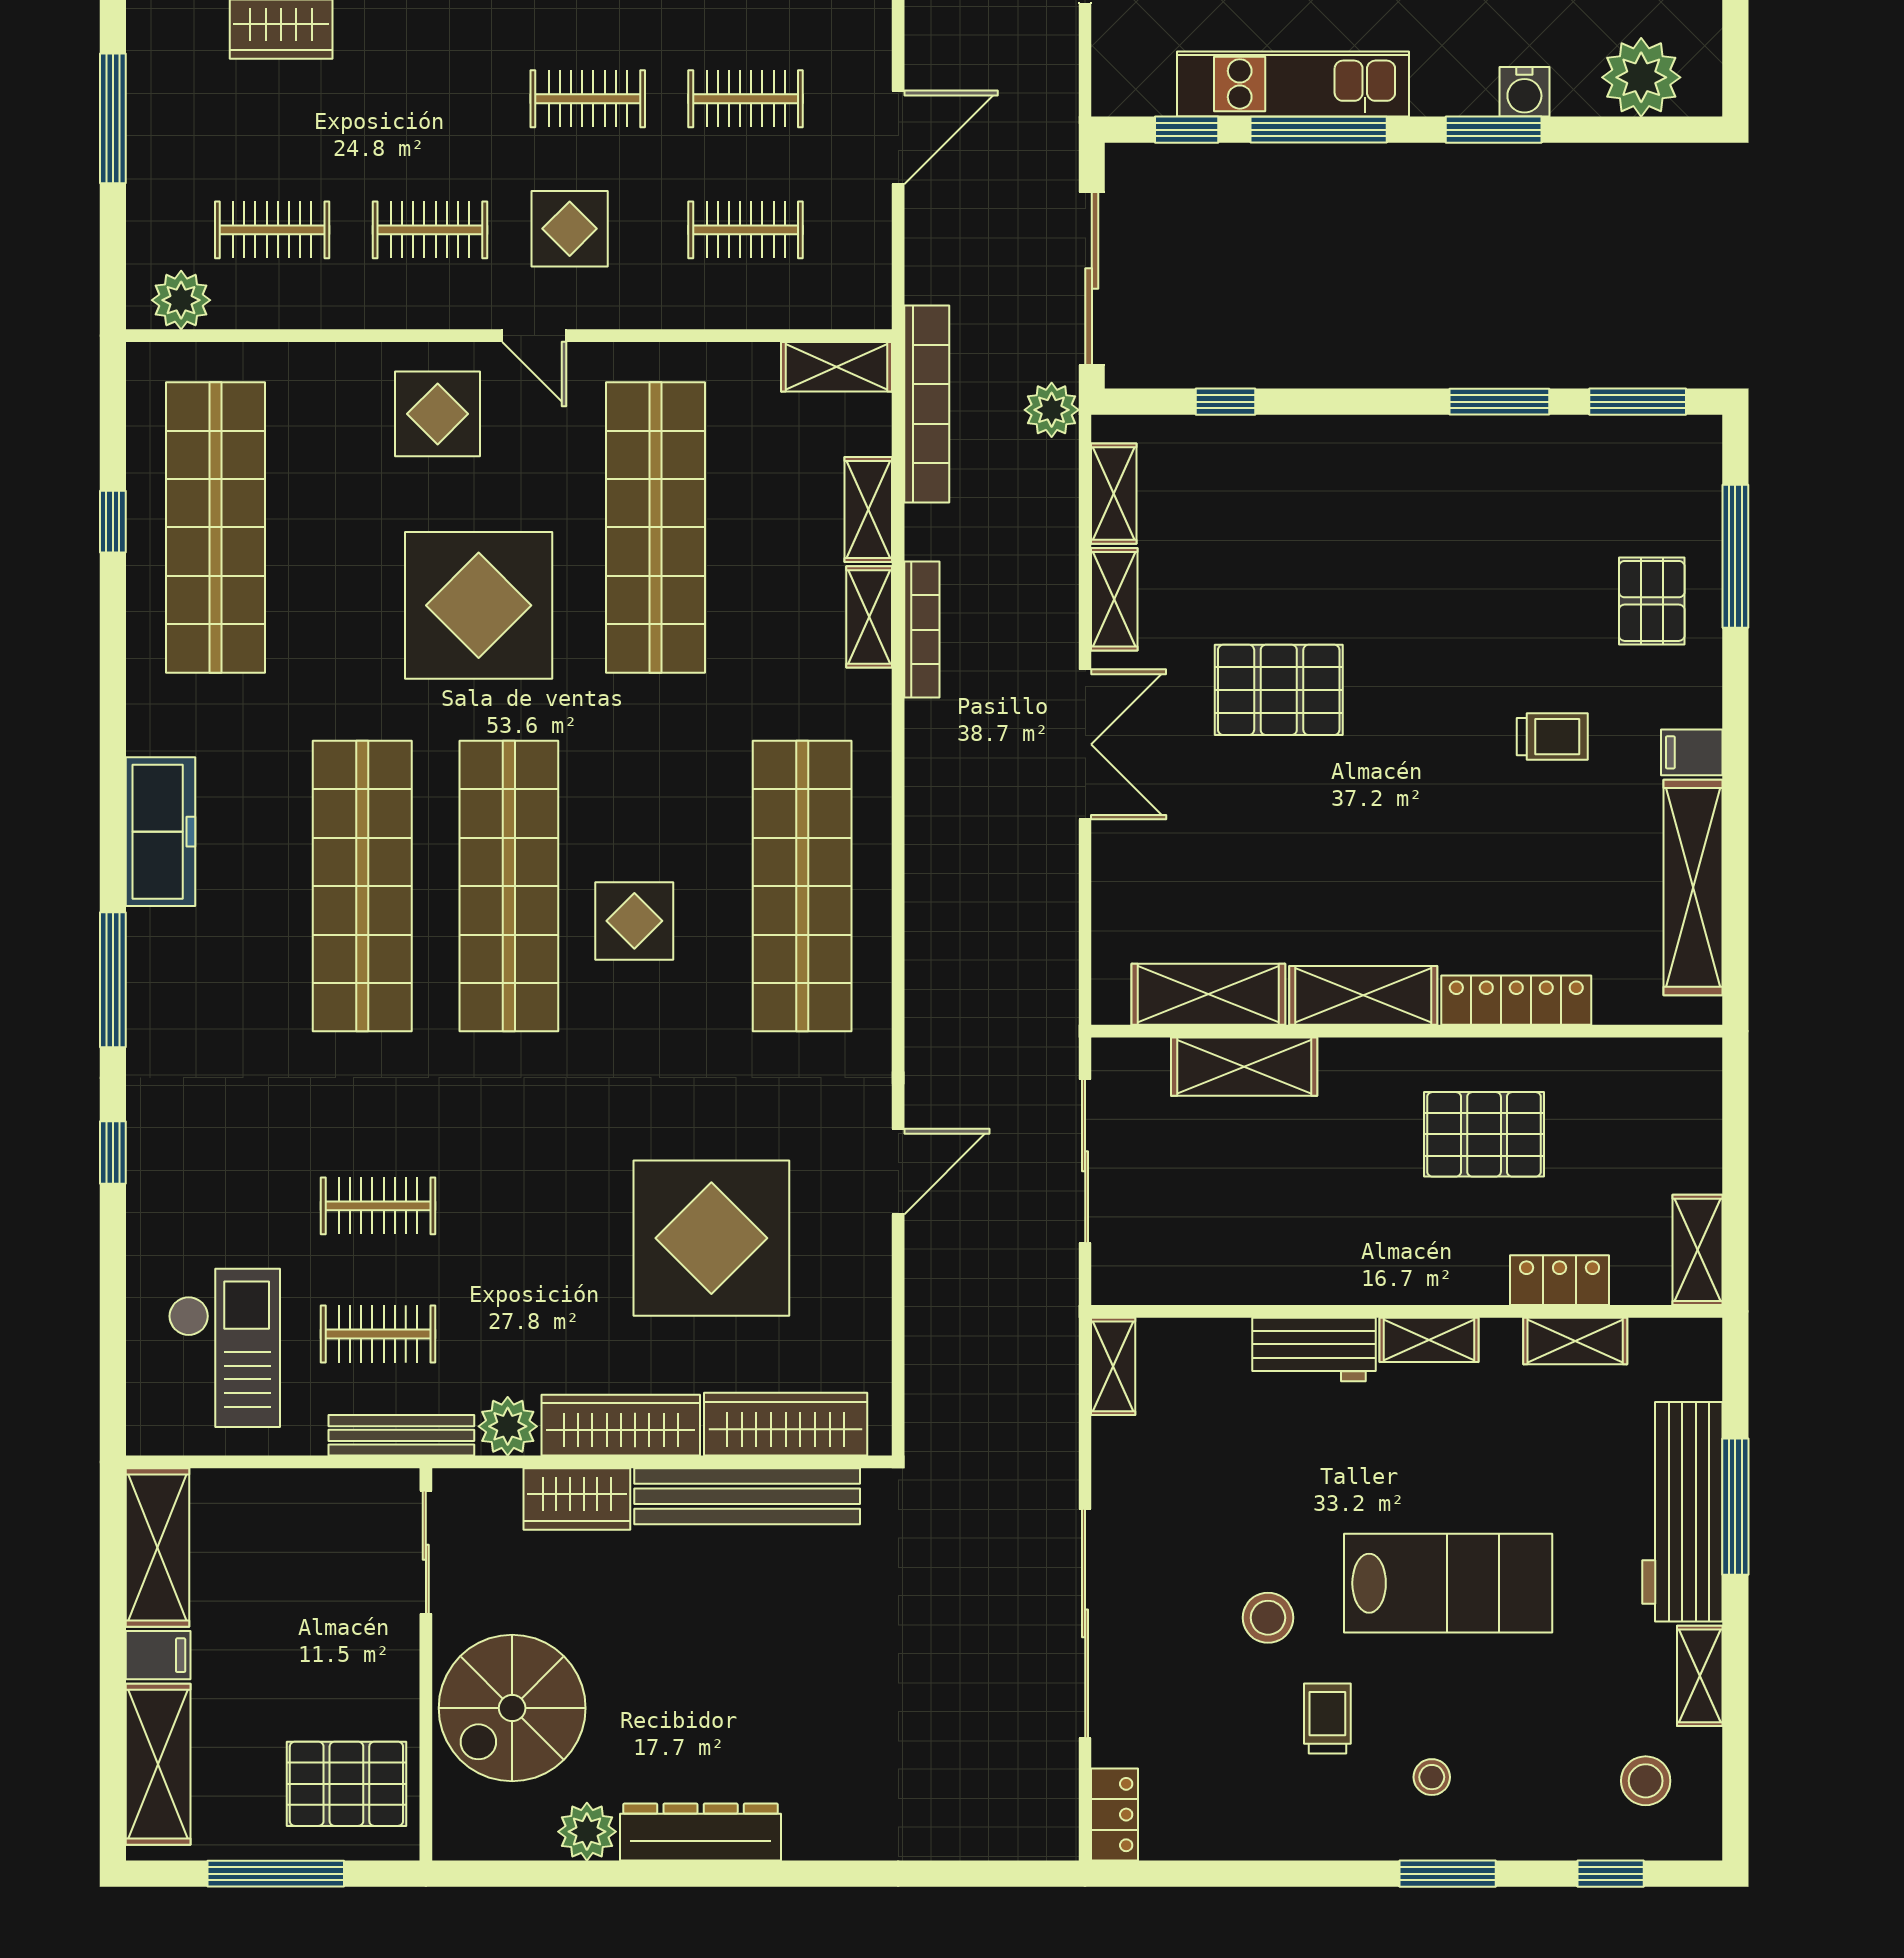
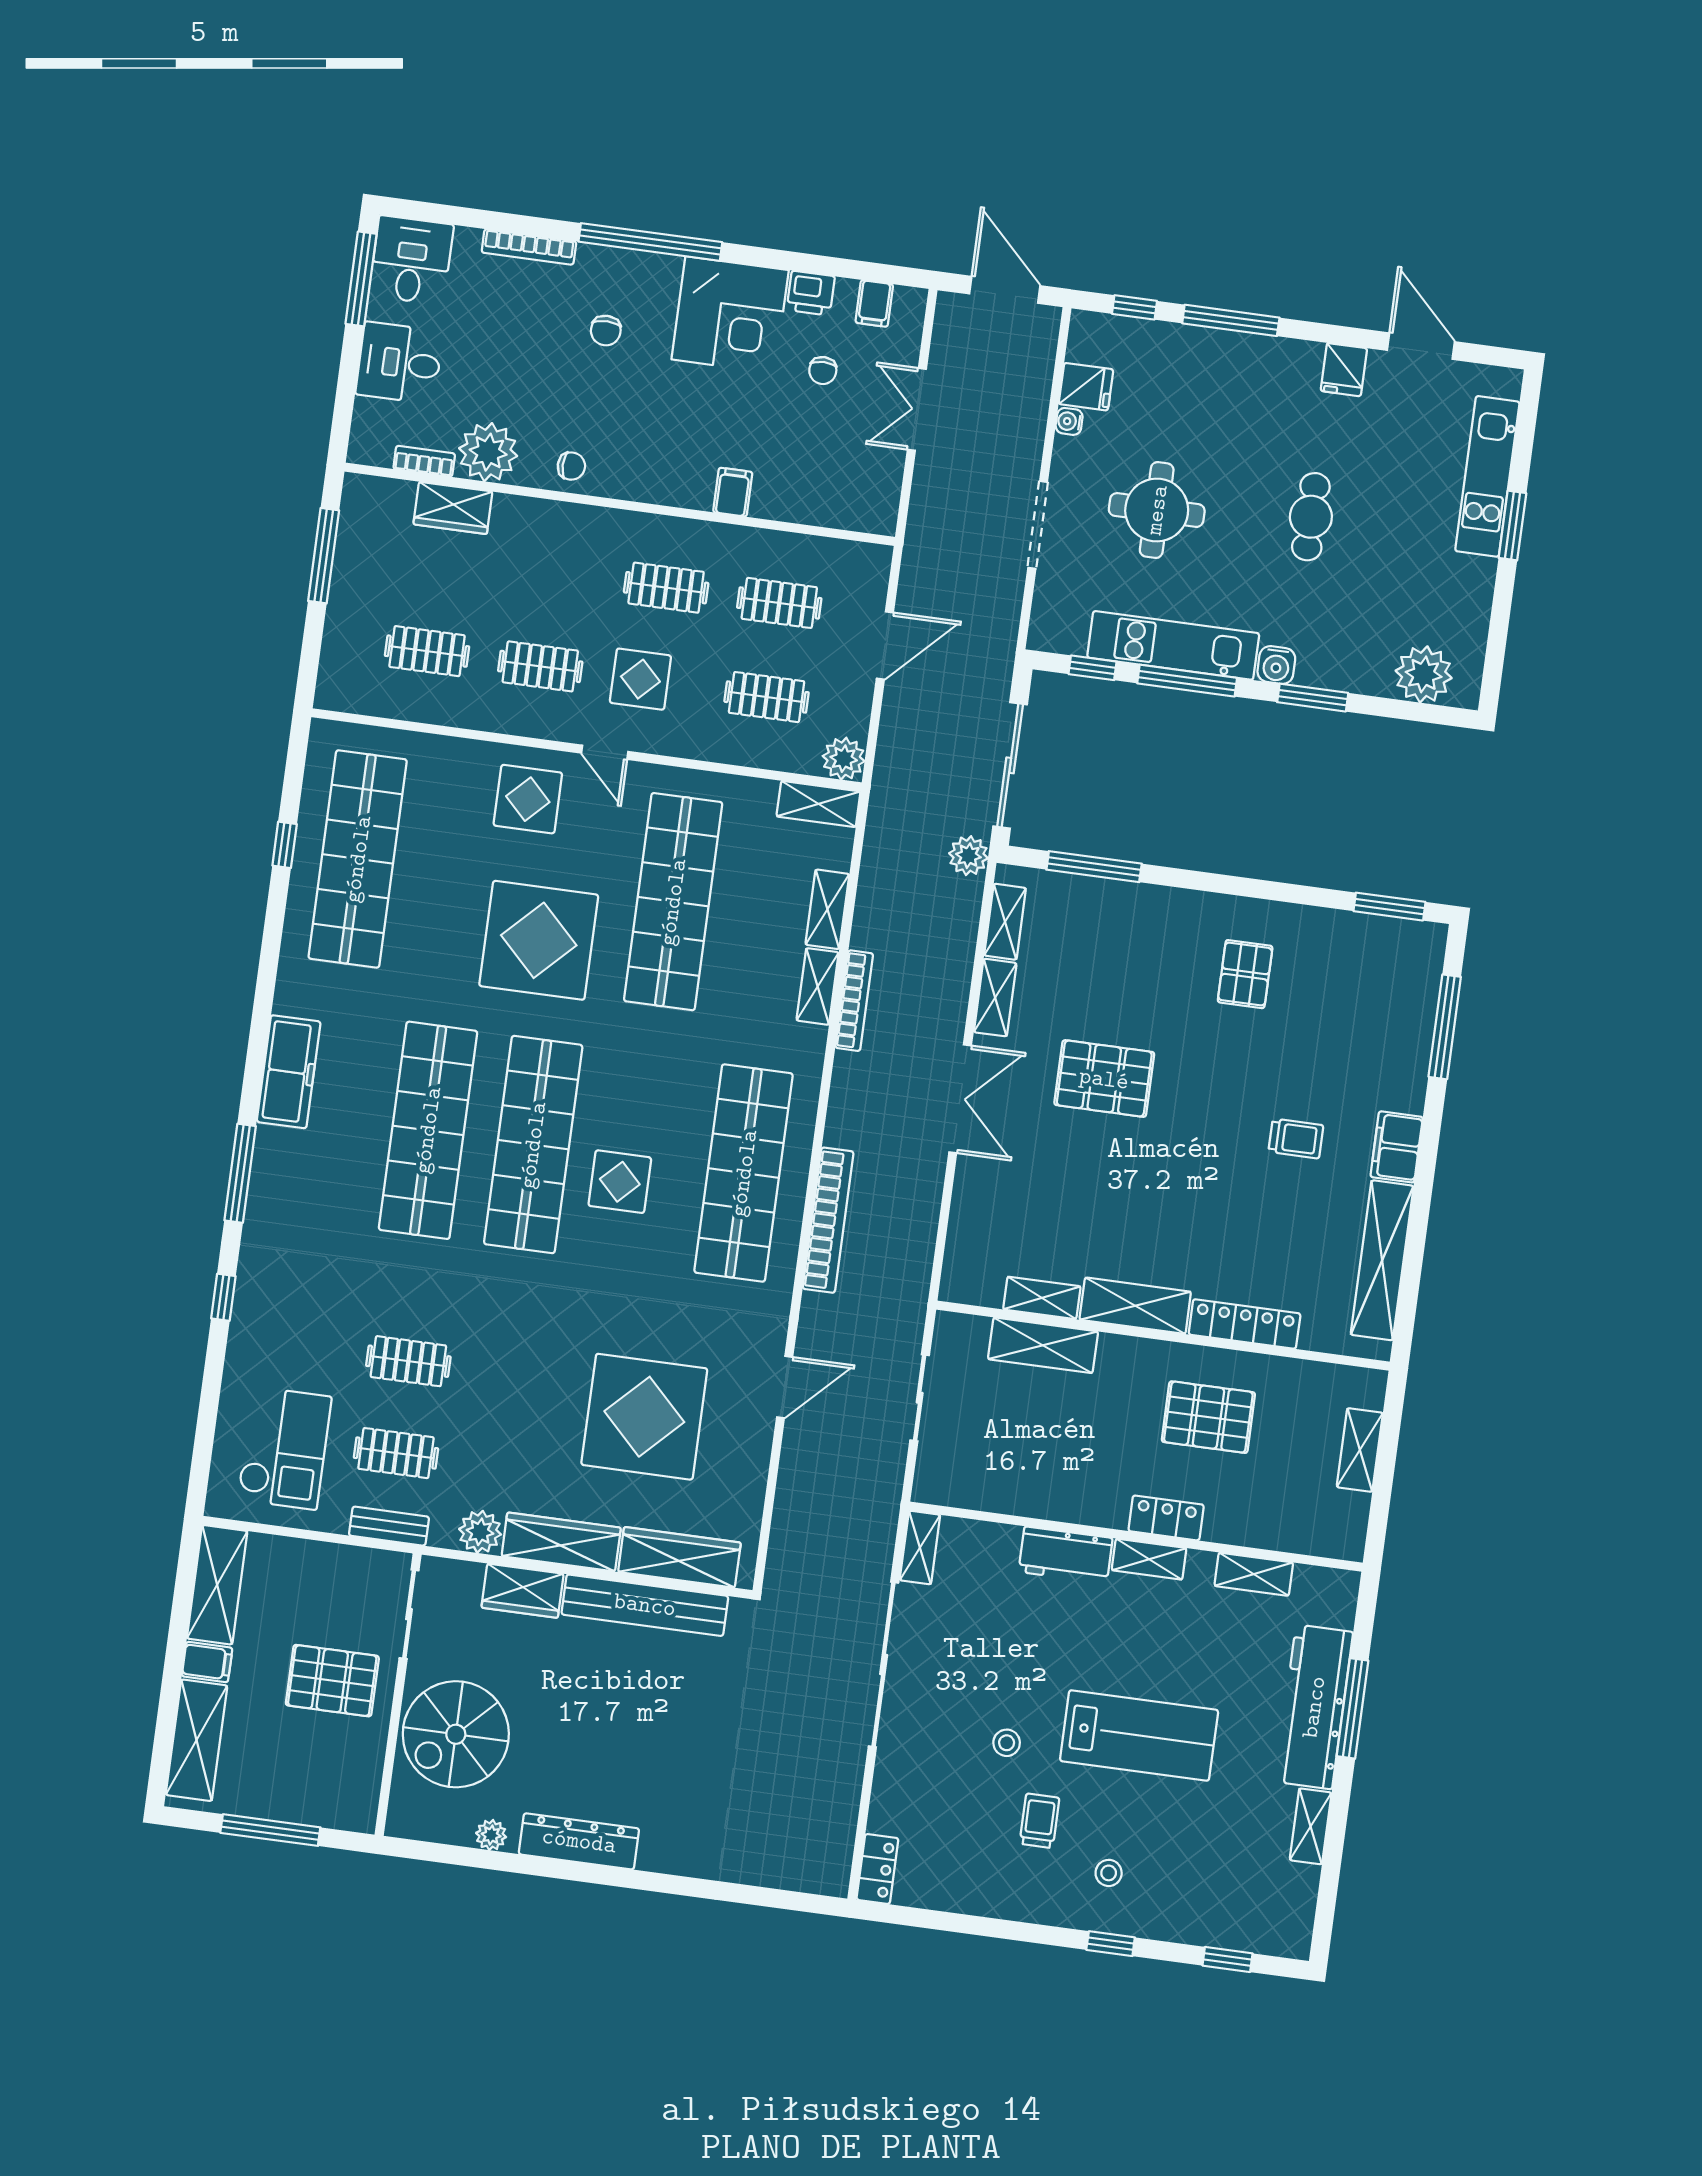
water cooler: (1524, 92) -> (1276, 665), moved
plant: (181, 300) -> (844, 759), moved
window: (1225, 402) -> (1094, 867), width x2.17
window: (1499, 402) -> (1290, 893), removed
bookcase: (927, 404) -> (828, 1220), moved
pallet: (1652, 601) -> (1245, 974), moved
filing cabinet: (1692, 752) -> (1397, 1147), width x2.00
shelving: (1208, 994) -> (1042, 1298), width x0.67, depth x0.75
sliding door: (1085, 1161) -> (920, 1398), width x0.73
shelving: (1698, 1250) -> (1360, 1450), moved
locker: (1560, 1280) -> (1166, 1518), moved
bench: (401, 1435) -> (389, 1526), width x0.73
stool: (1268, 1618) -> (1007, 1743), width x0.73, depth x0.73
sliding door: (1085, 1623) -> (884, 1664), moved
stool: (1646, 1781) -> (1262, 1896), removed
pallet: (346, 1784) -> (332, 1681), moved
plant: (587, 1832) -> (491, 1835), width x0.73, depth x0.73
window: (1448, 1874) -> (1111, 1944), width x0.67

